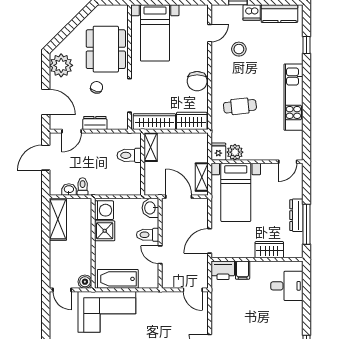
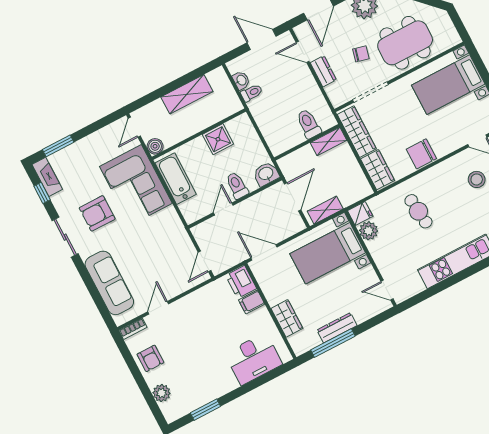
washing machine: (104, 210) -> (239, 127), removed
shelving: (58, 219) -> (187, 94), moved
desk: (287, 286) -> (253, 359), width x1.37

